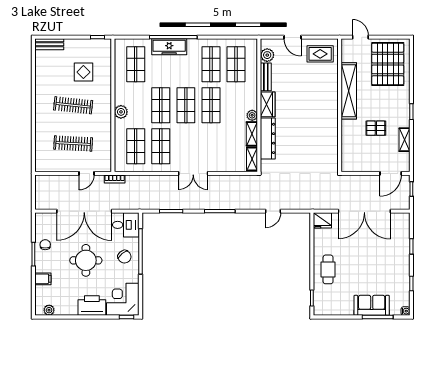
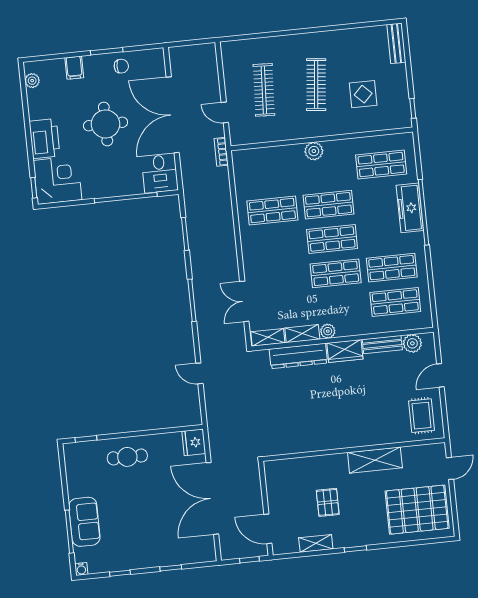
shelving: (349, 91) -> (375, 460), width x0.68
shop shelf: (136, 146) -> (269, 176), removed
double door: (193, 173) -> (244, 301), moved
chair: (125, 257) -> (116, 176), removed

